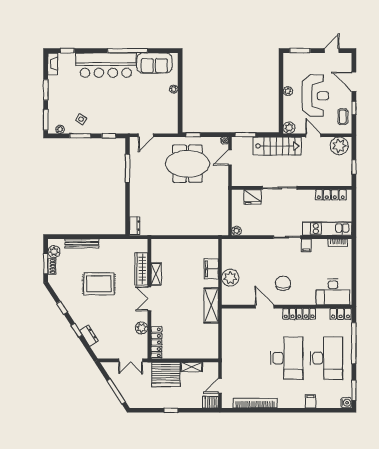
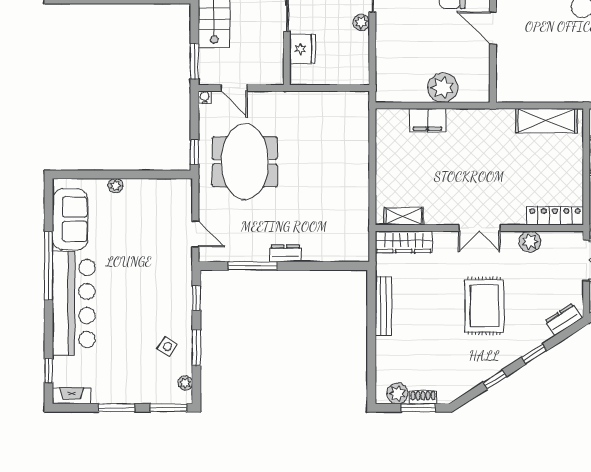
dresser: (135, 226) -> (285, 253), moved
plant: (236, 231) -> (361, 22), moved
bench: (82, 244) -> (383, 306), moved
wardrobe: (141, 269) -> (404, 242), moved
shelving: (156, 274) -> (404, 216), moved
rug: (99, 284) -> (484, 306), moved
shelving: (211, 305) -> (547, 121), moved
door: (265, 307) -> (493, 28), hinge flipped
dresser: (89, 336) -> (563, 319), moved

